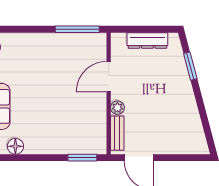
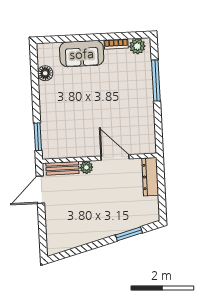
window: (77, 29) -> (156, 80), moved
dresser: (147, 40) -> (150, 177), moved

